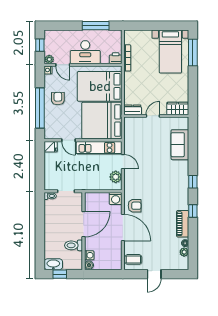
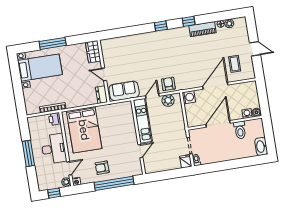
window: (96, 26) -> (28, 153), moved
window: (193, 52) -> (53, 43), moved
bed: (102, 121) -> (116, 122), removed
sofa: (180, 145) -> (124, 91), moved, turned 180
fridge: (51, 147) -> (186, 161), moved
armchair: (135, 206) -> (168, 84), moved
door: (84, 224) -> (218, 124), hinge flipped
coffee table: (133, 259) -> (235, 64), moved
window: (60, 274) -> (270, 139), removed

